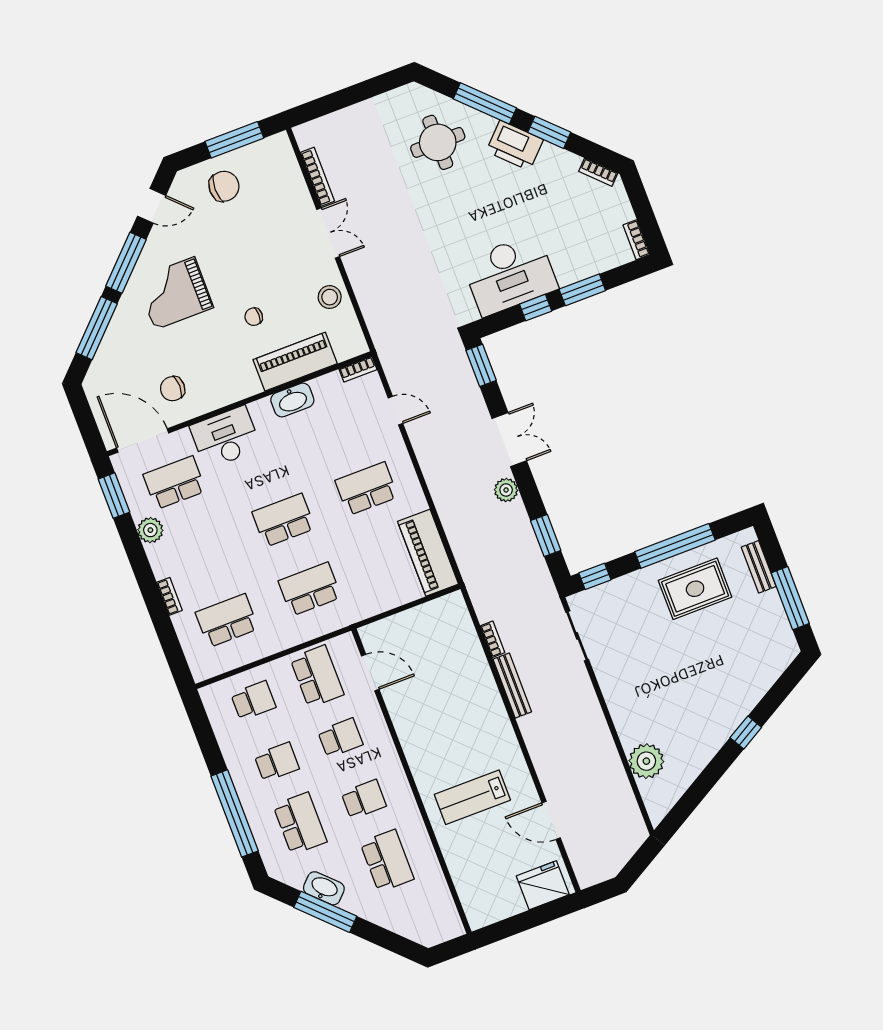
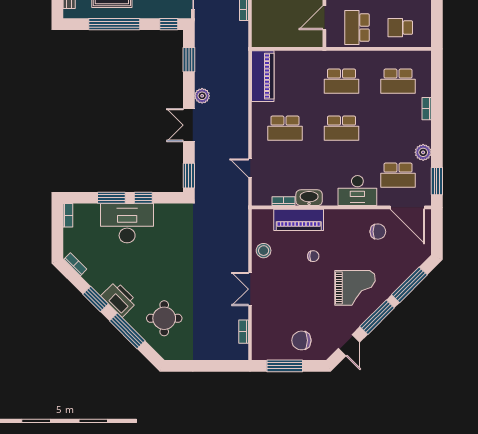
bookcase: (317, 177) -> (244, 332), width x0.64
door: (152, 206) -> (349, 345), swing flipped
desk: (510, 275) -> (127, 223), moved
bookcase: (358, 369) -> (283, 201), moved
door: (370, 673) -> (324, 18), hinge flipped

